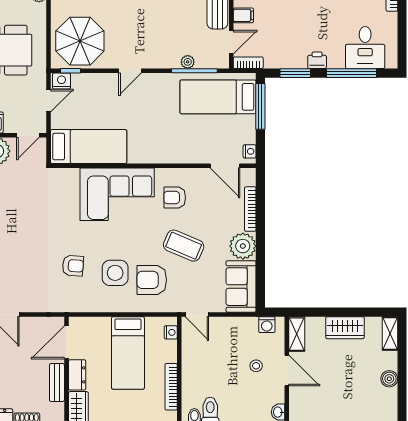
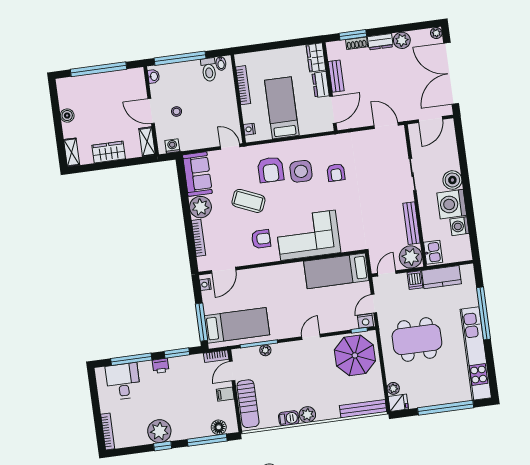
door: (225, 166) -> (224, 270), swing flipped
armchair: (73, 266) -> (336, 173), turned -94
armchair: (152, 280) -> (271, 170), turned 90

